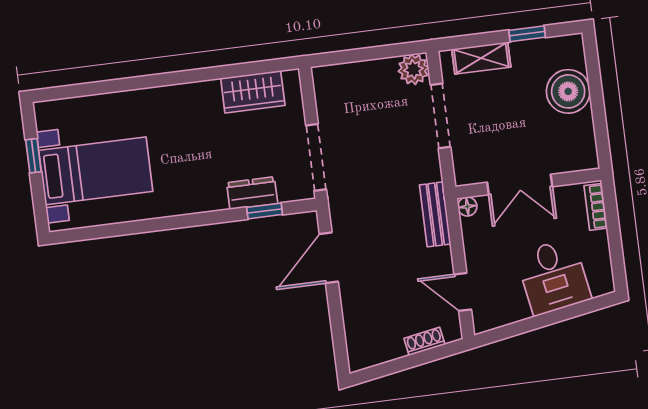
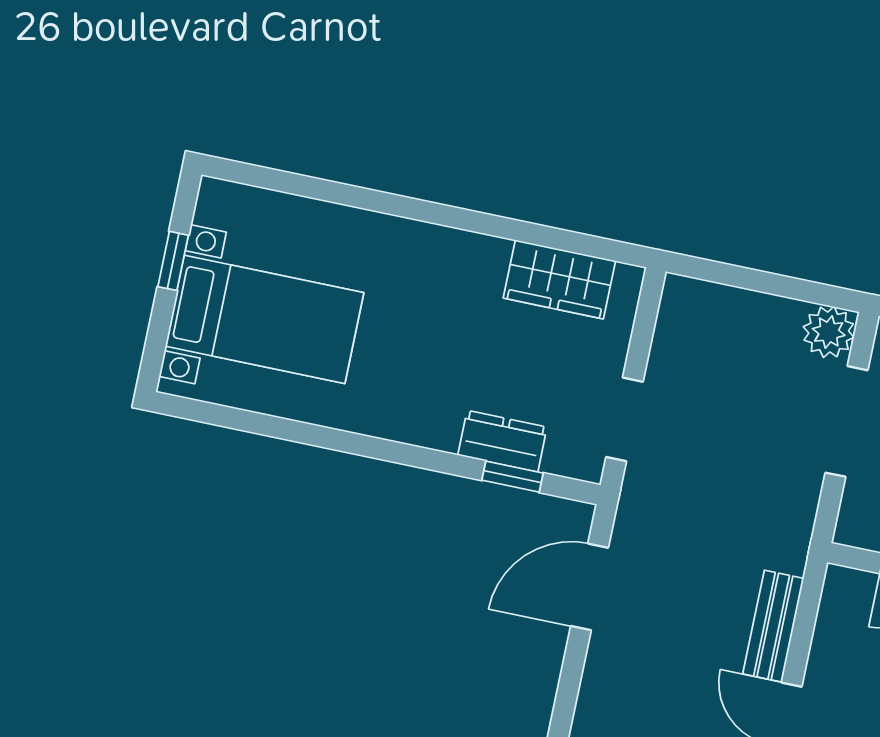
doorway: (316, 157) -> (624, 419), width x0.73
floor lamp: (467, 206) -> (840, 581), removed
bench: (435, 214) -> (773, 626), moved

